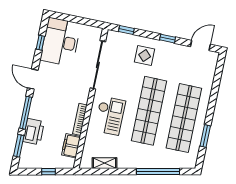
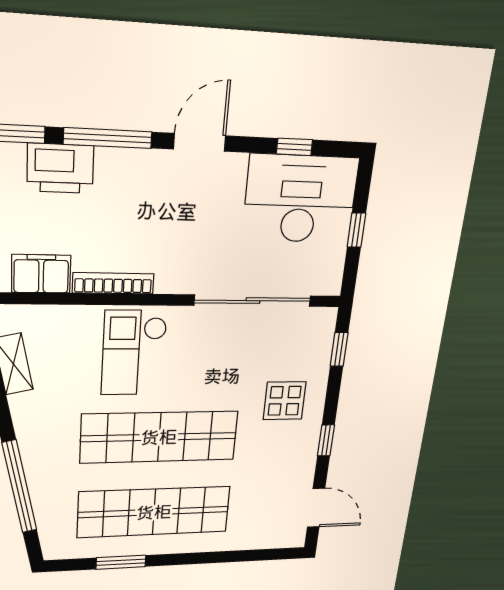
window: (77, 20) -> (356, 230), added
checkout: (110, 116) -> (134, 353), turned 90

